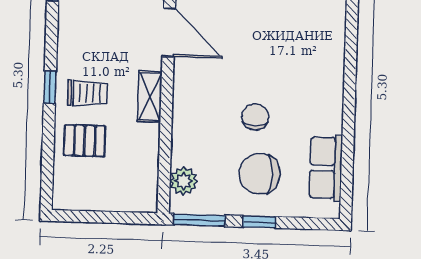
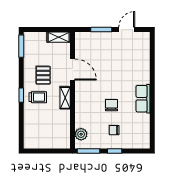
pallet: (85, 141) -> (43, 75), moved, turned 90
row of seats: (326, 168) -> (143, 99), moved
chair: (260, 174) -> (114, 130), width x0.54, depth x0.54

